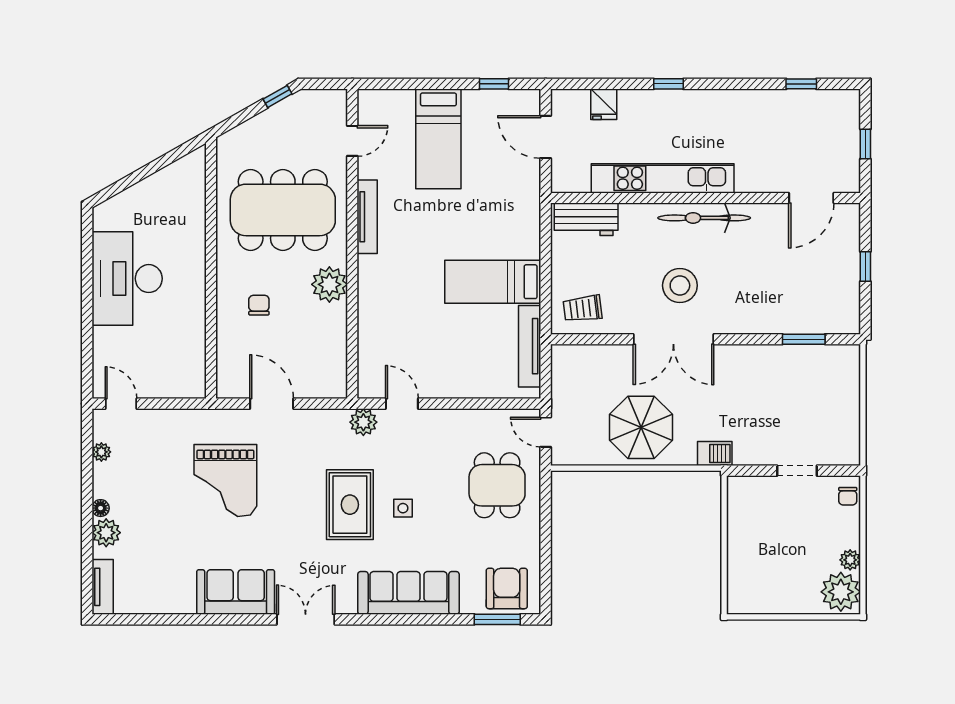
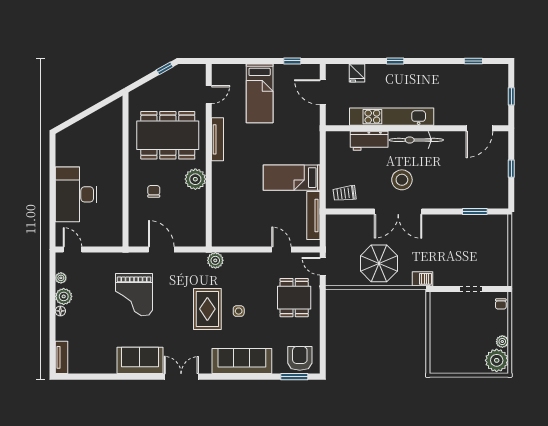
workbench: (586, 219) -> (369, 141), moved
desk: (127, 279) -> (76, 194), moved
door: (402, 404) -> (281, 249), moved
plant: (106, 533) -> (64, 296), moved

